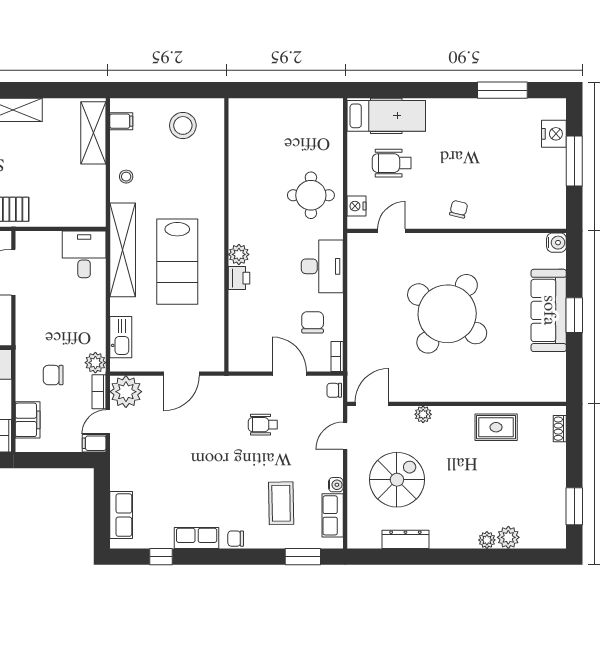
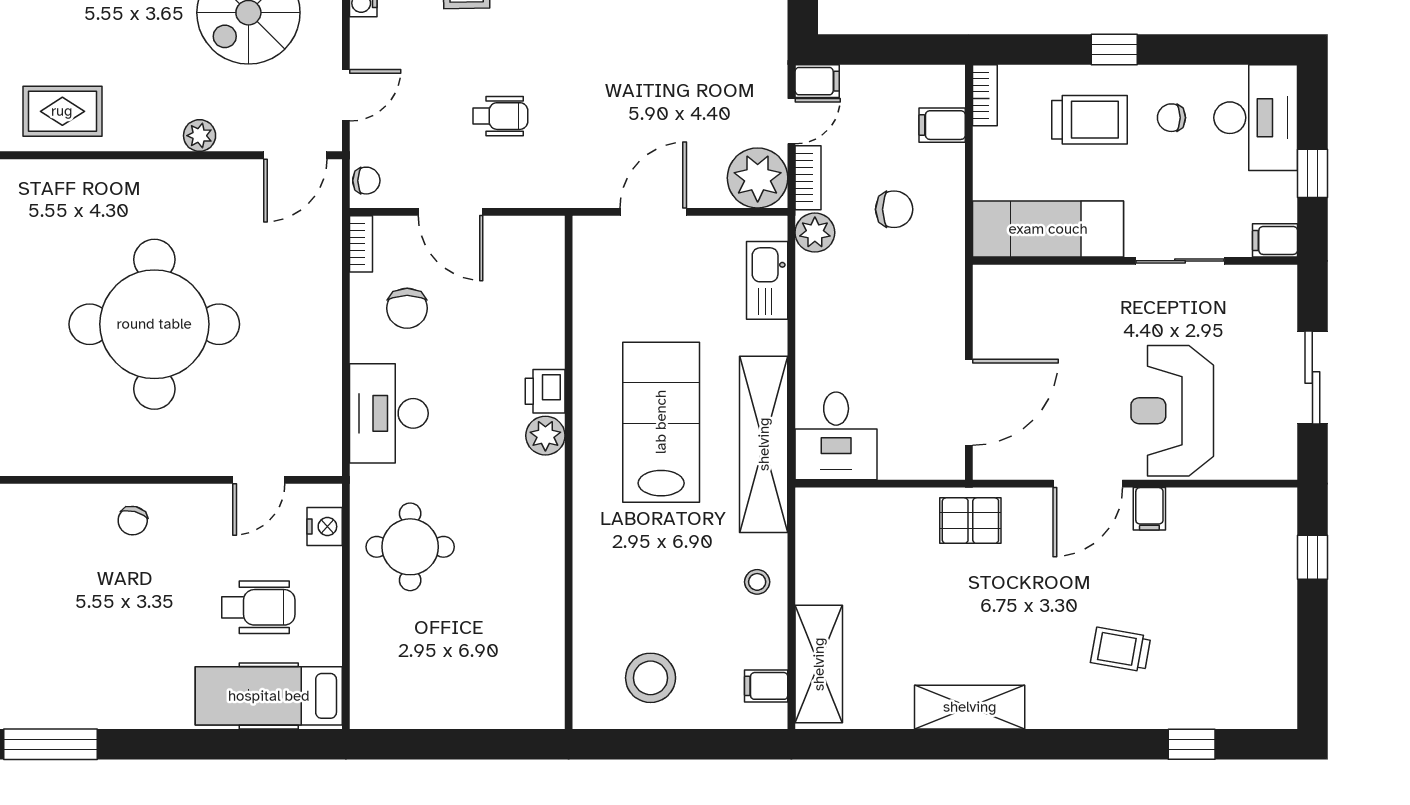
round table: (447, 314) -> (154, 324), turned -34
filing cabinet: (28, 420) -> (942, 125), width x0.50

